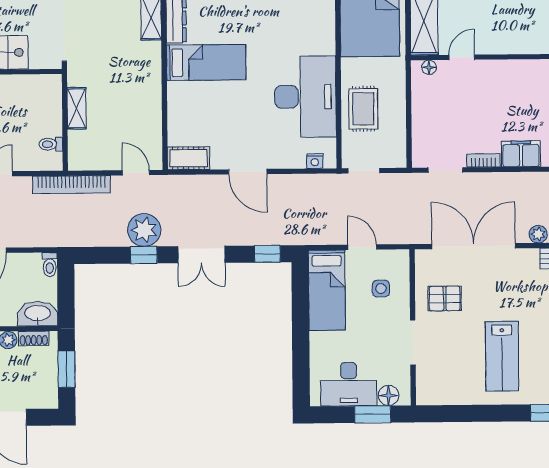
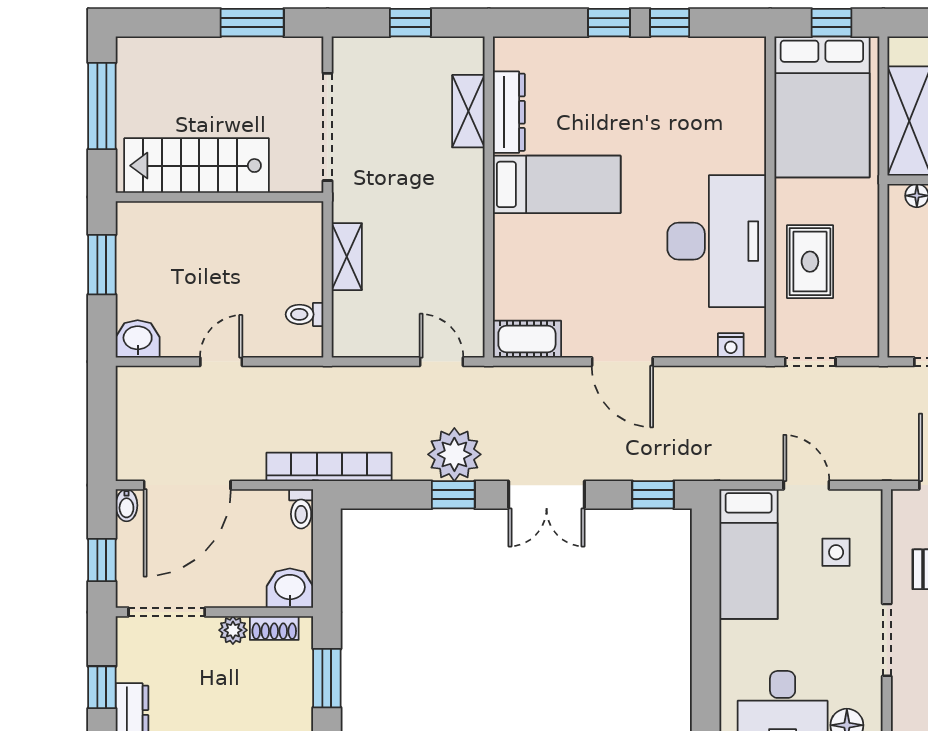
bookcase: (71, 185) -> (329, 467), moved, turned 180
washbasin: (38, 314) -> (290, 588), width x0.72

